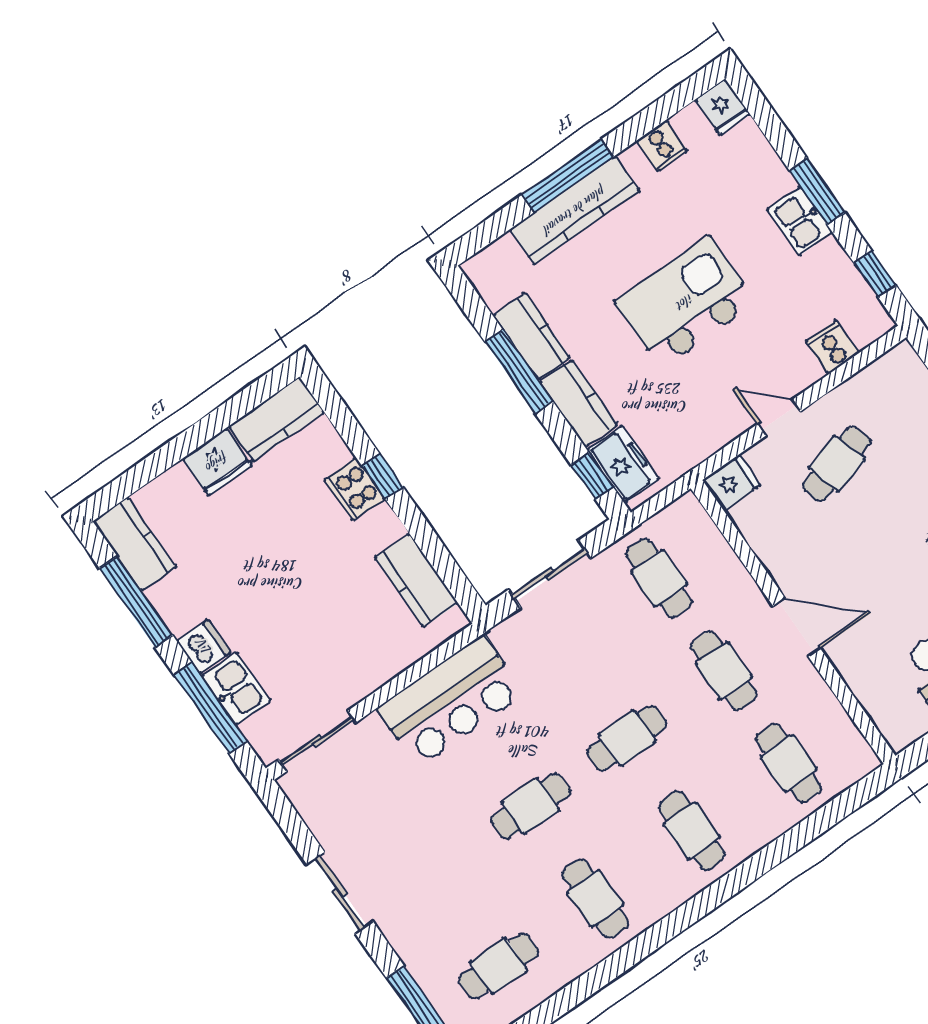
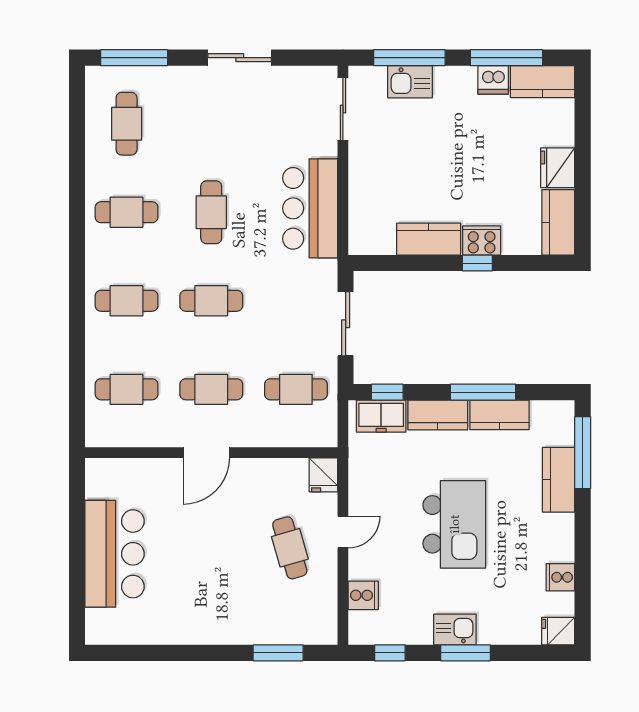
window: (567, 176) -> (583, 453), moved
kitchen counter: (575, 210) -> (559, 480), width x0.67
kitchen counter: (416, 580) -> (429, 239), moved
dishwasher: (204, 647) -> (493, 80), moved
cafe table: (627, 738) -> (211, 301), turned 90

